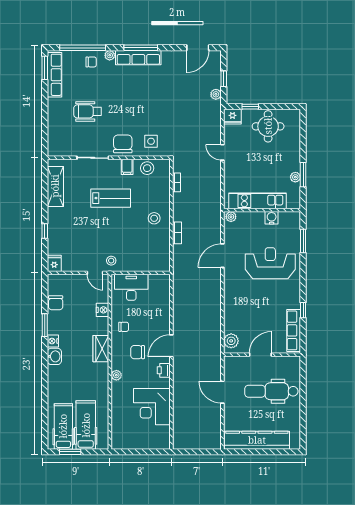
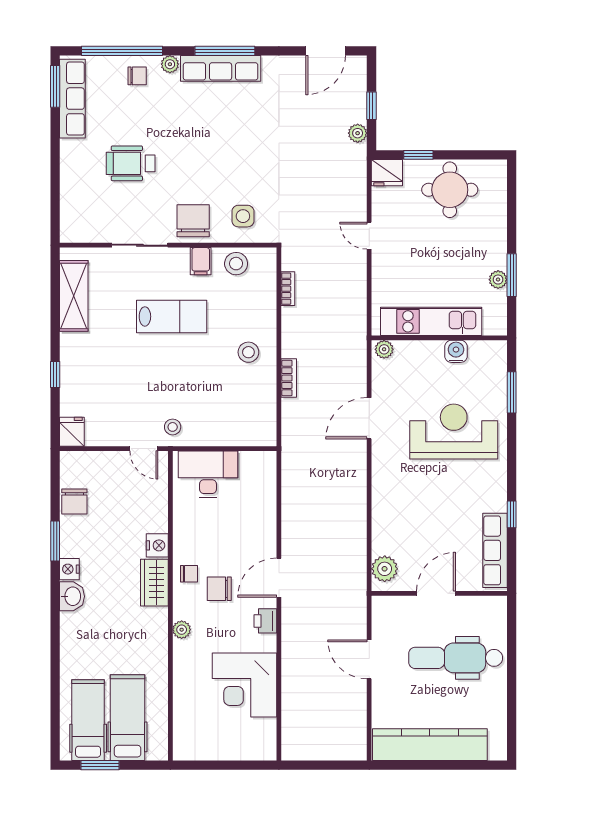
nightstand: (102, 310) -> (157, 545), moved
chair: (124, 327) -> (189, 574), moved

